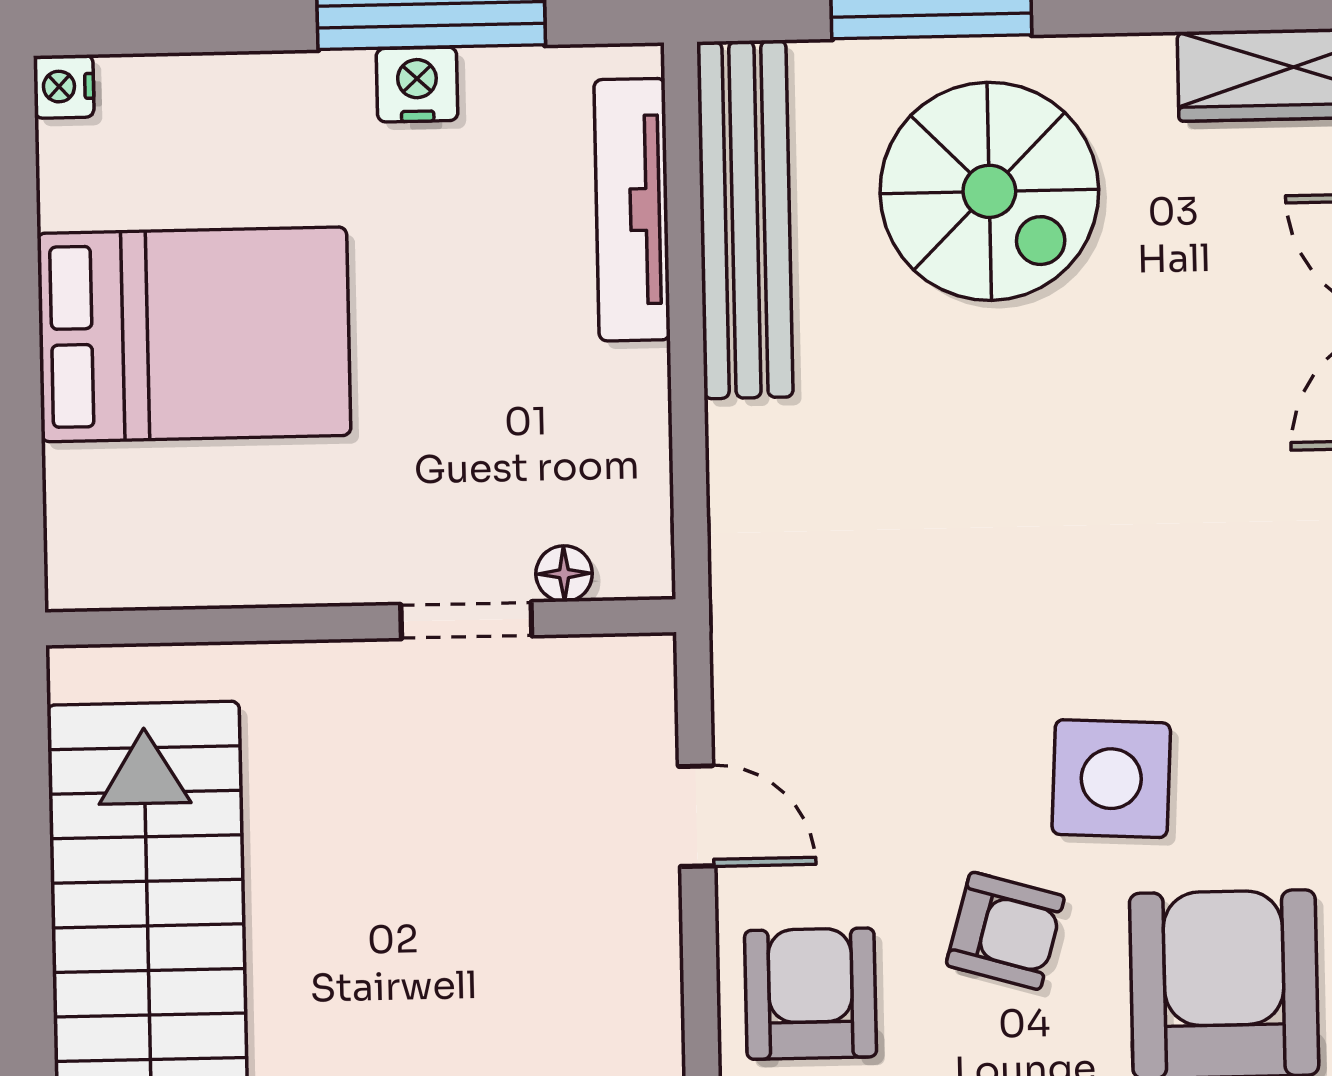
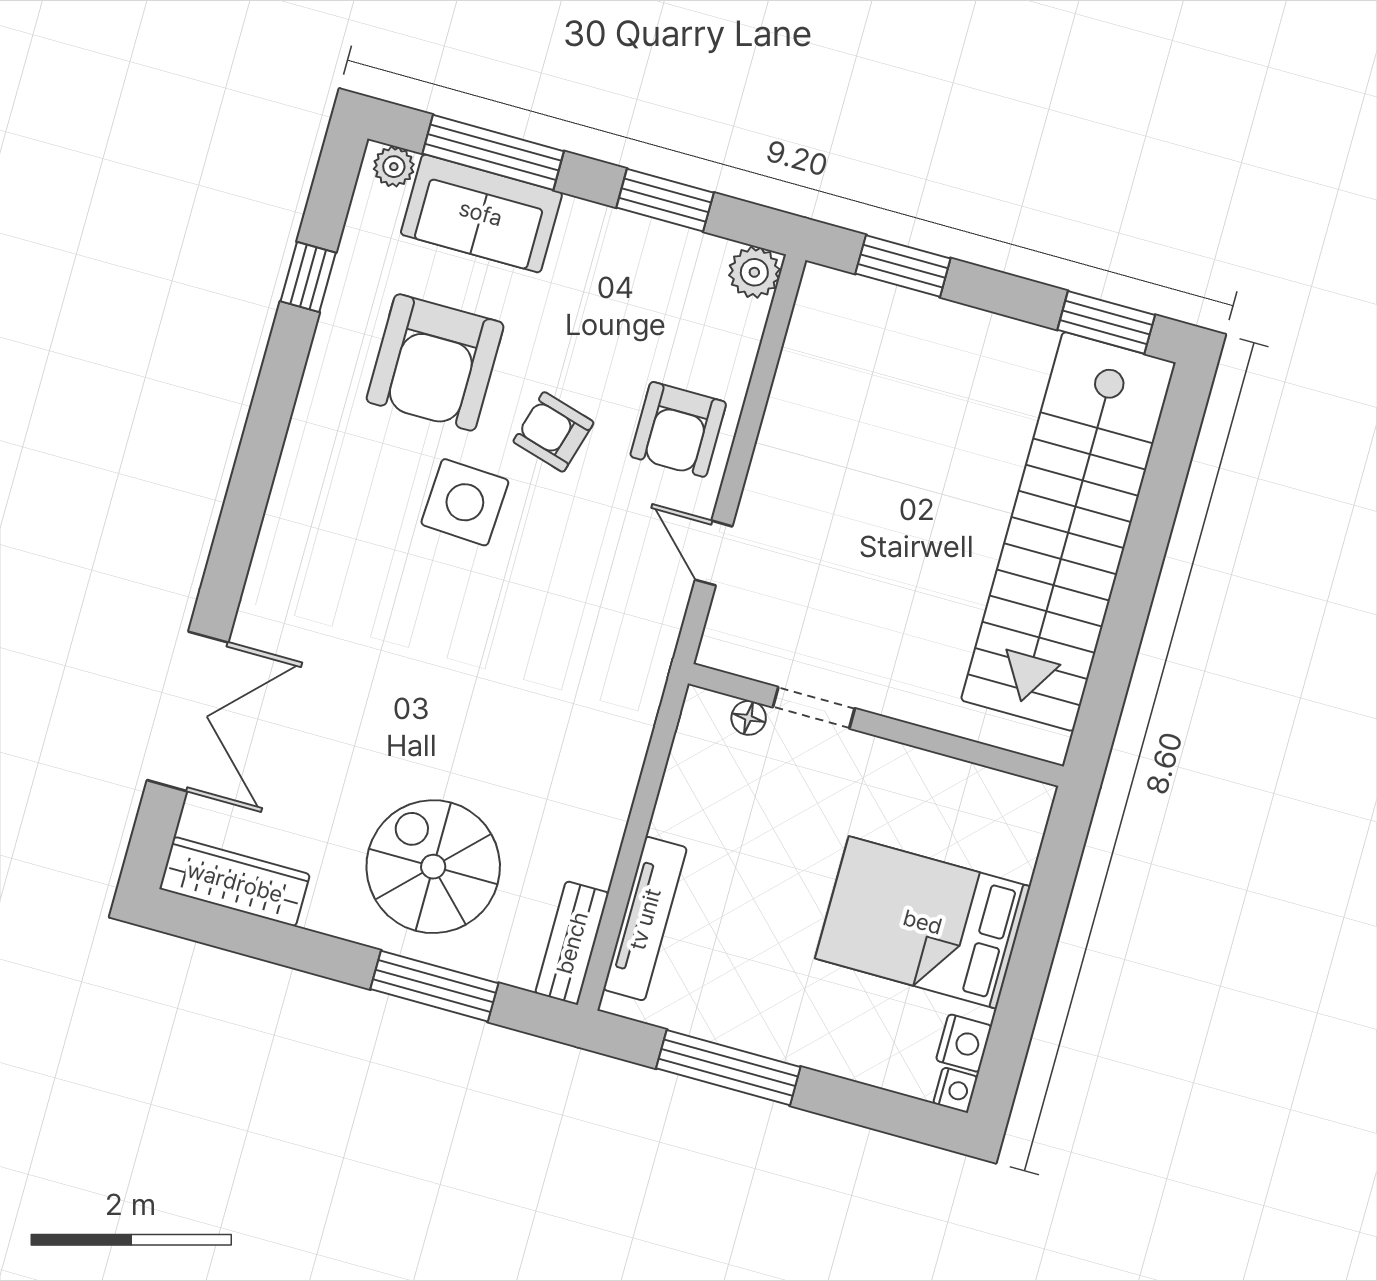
nightstand: (417, 85) -> (964, 1043), moved, turned -90
bench: (745, 219) -> (572, 943), width x0.54, depth x0.82

